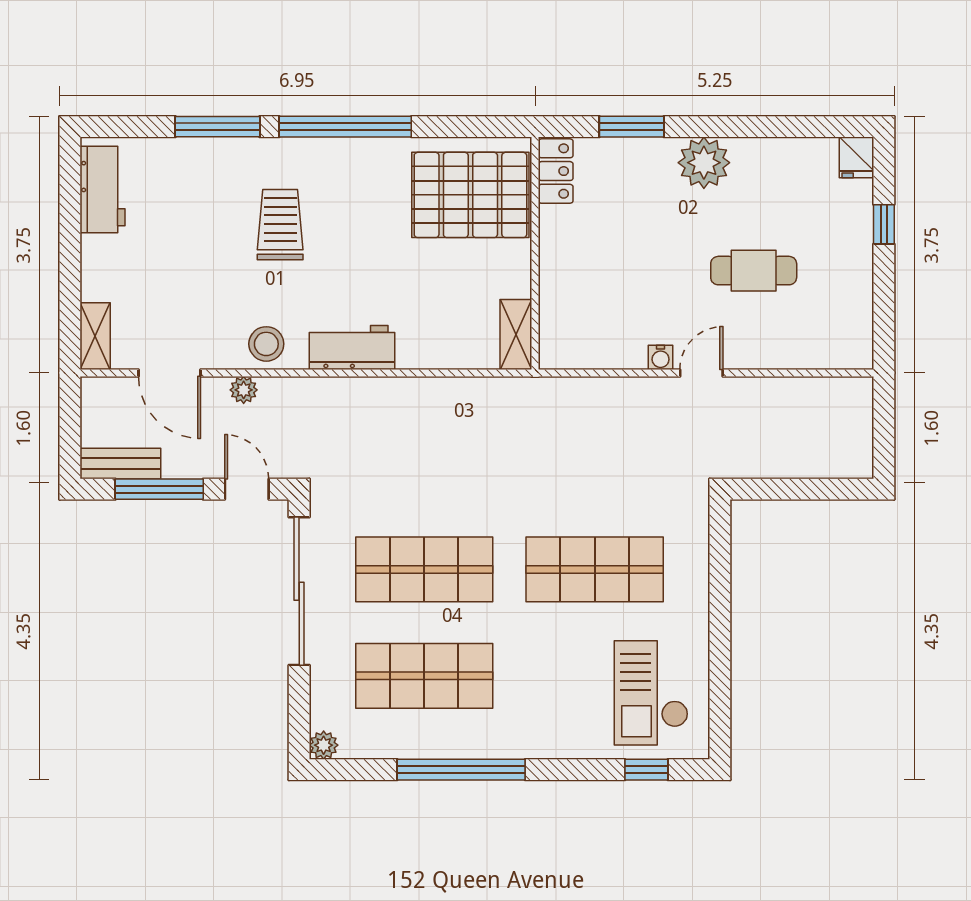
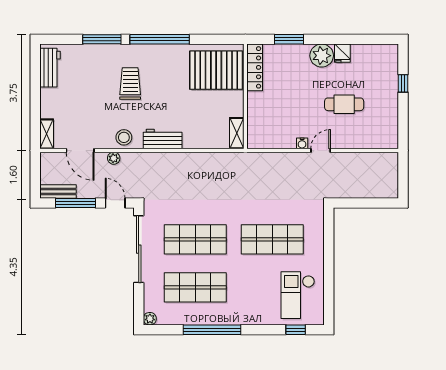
fridge: (857, 157) -> (342, 53), moved
locker: (556, 171) -> (255, 67), width x1.53

